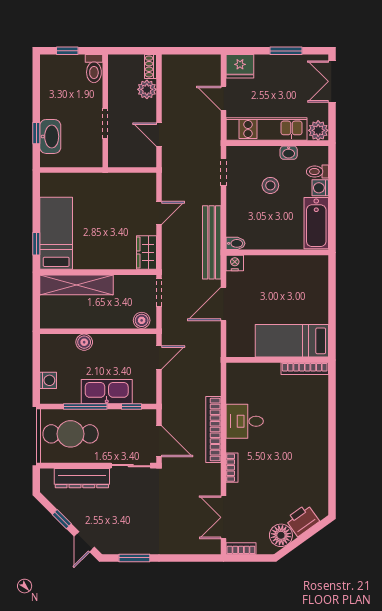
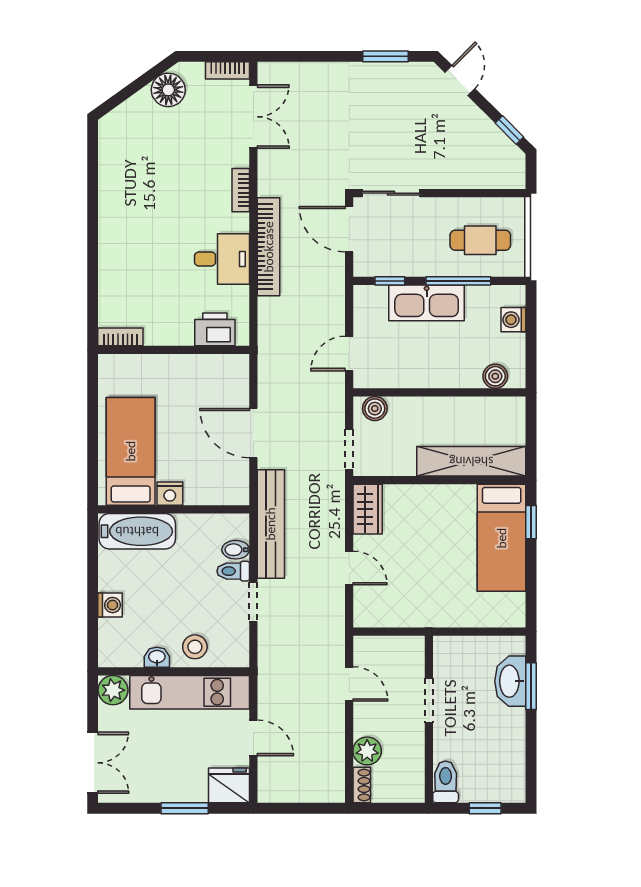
window: (286, 51) -> (185, 808), moved
window: (36, 133) -> (531, 686), width x1.50
doorway: (224, 172) -> (253, 602), moved
toilet: (317, 172) -> (233, 571), moved, turned 180
stool: (270, 185) -> (195, 647), moved
door: (159, 213) -> (349, 568), swing flipped
bathtub: (316, 223) -> (137, 531), moved, turned 90
bidet: (235, 243) -> (236, 550), moved
nightstand: (235, 263) -> (170, 494), moved
door: (224, 304) -> (253, 433), swing flipped
bed: (292, 341) -> (131, 451), moved, turned -90
boiler: (84, 342) -> (495, 376), moved
bookcase: (305, 369) -> (120, 337), width x0.64
cafe table: (71, 434) -> (480, 240), width x0.73, depth x0.74
dresser: (82, 478) -> (463, 175), removed
window: (62, 519) -> (509, 130), moved
printer: (302, 520) -> (215, 329), moved, turned -144

